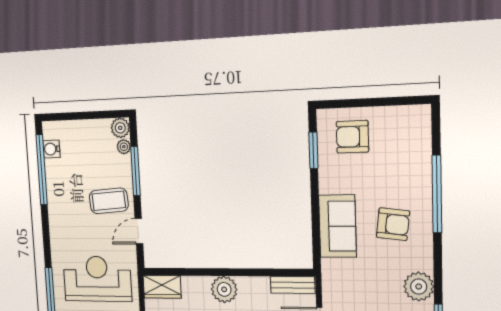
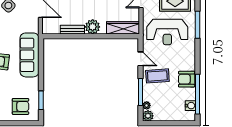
armchair: (61, 196) -> (187, 79), added
sofa: (337, 226) -> (29, 55), width x1.36
door: (139, 231) -> (140, 59), hinge flipped
bench: (293, 285) -> (72, 30), moved
wardrobe: (162, 287) -> (123, 28), width x1.50

